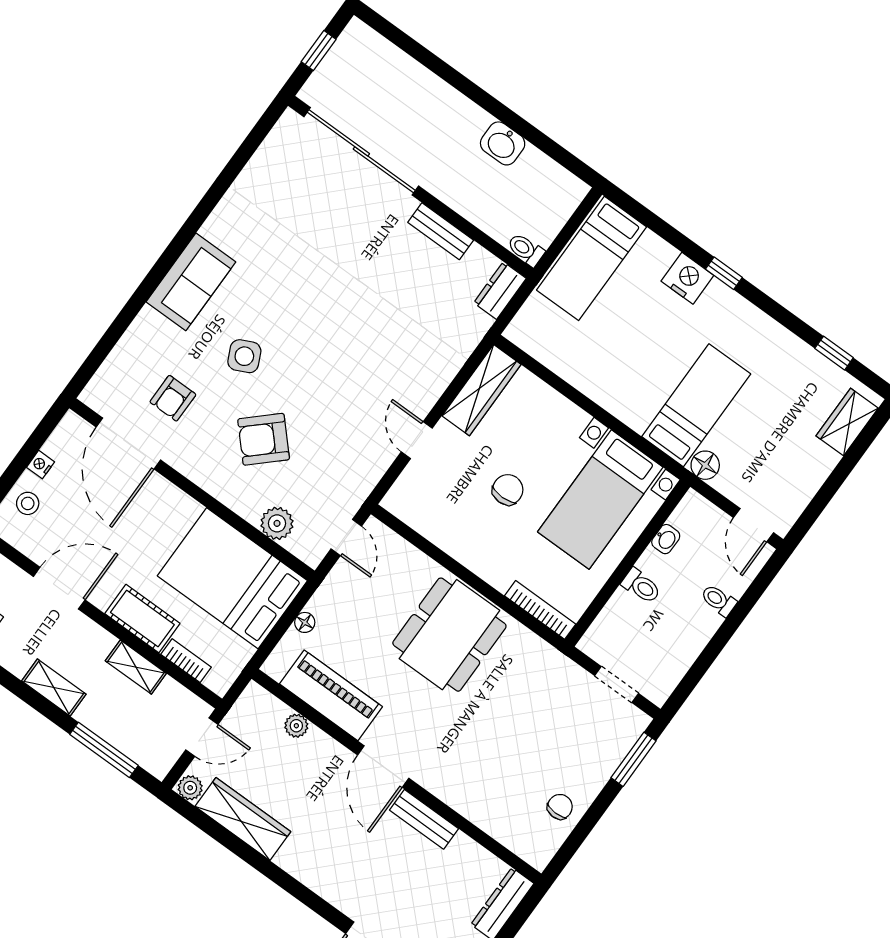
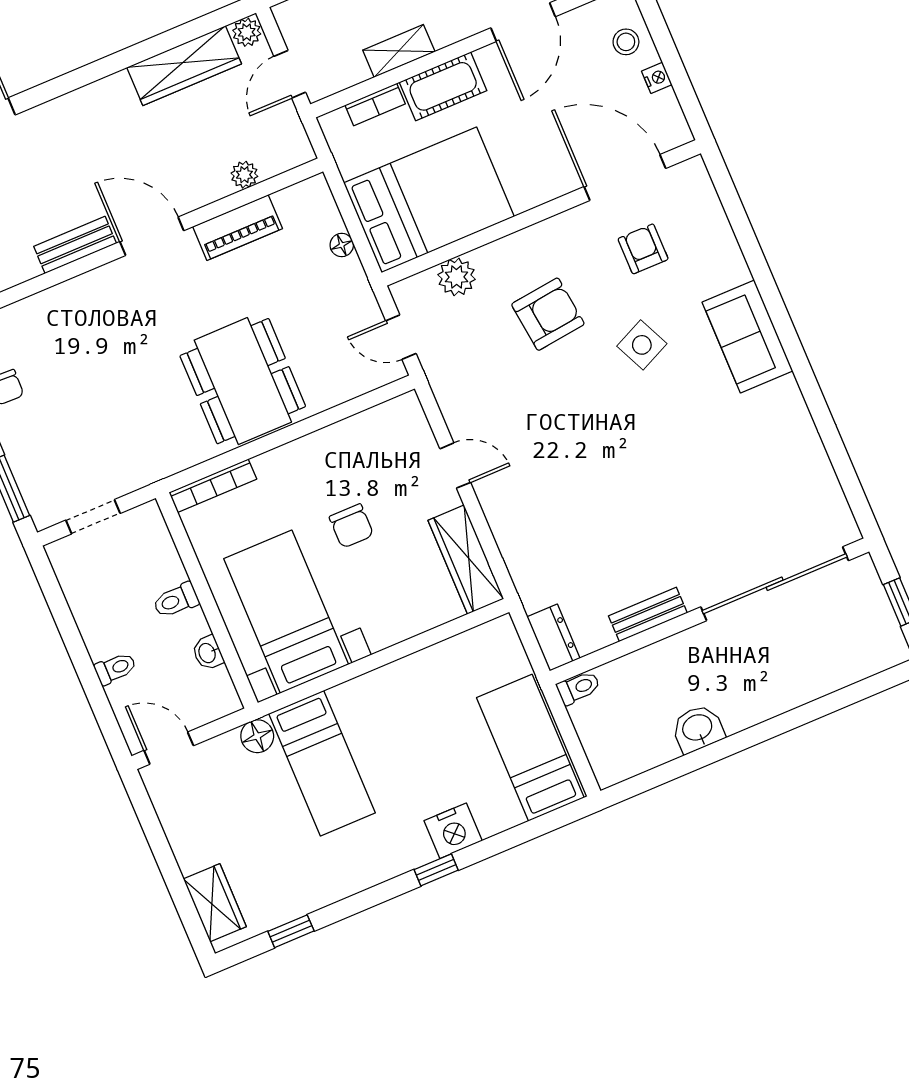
armchair: (264, 439) -> (548, 314), turned 36
piano: (331, 695) -> (238, 228), width x0.73, depth x0.75

